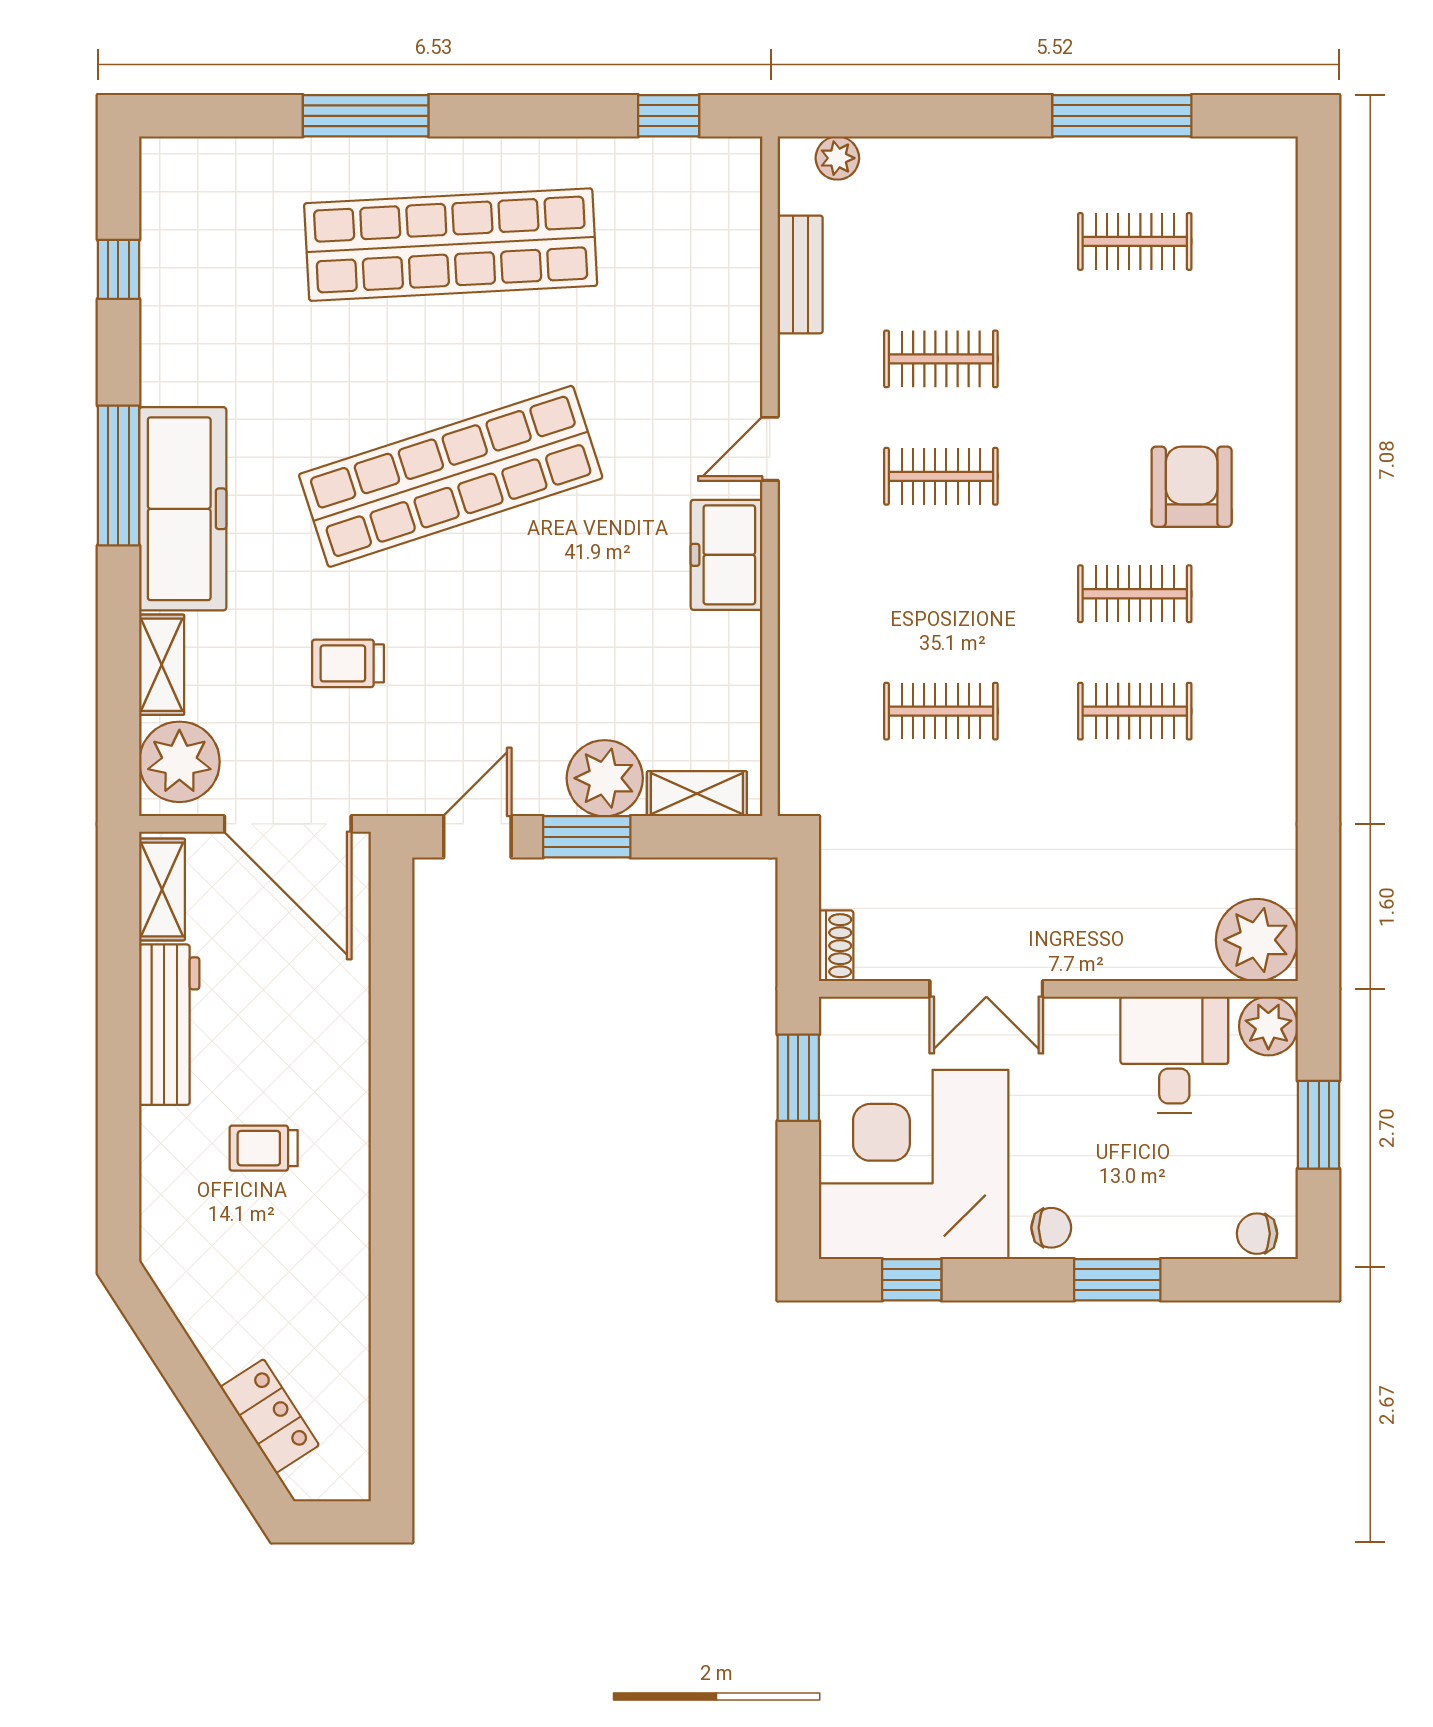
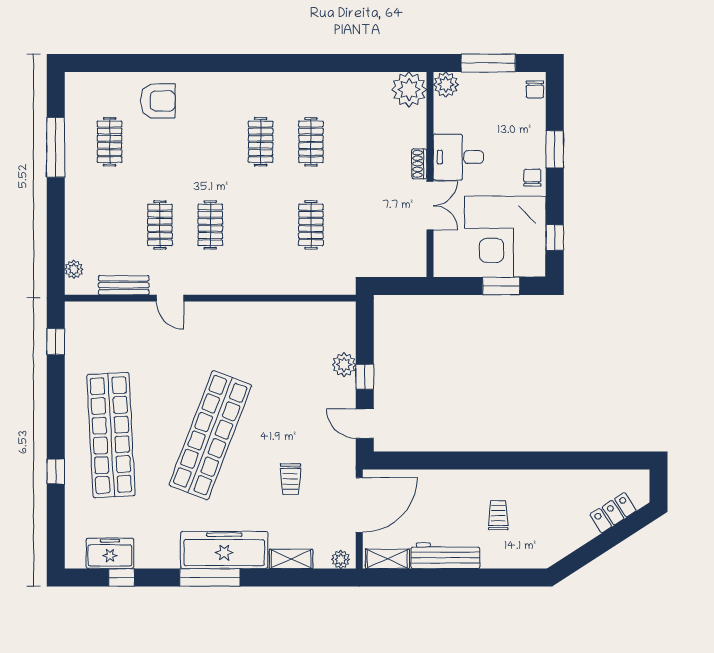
window: (366, 116) -> (56, 472), width x0.46
door: (770, 449) -> (170, 298), moved
shop shelf: (451, 476) -> (210, 435), turned 39
armchair: (1192, 487) -> (158, 101), moved, turned 180
freezer: (726, 555) -> (110, 553), moved, turned 180
plant: (179, 762) -> (341, 559), width x0.53, depth x0.53
plant: (605, 778) -> (344, 365), width x0.73, depth x0.73
shelving: (697, 794) -> (346, 330), removed
window: (587, 837) -> (365, 377), width x0.67
shoe rack: (836, 946) -> (419, 164), moved, turned -90
desk: (1174, 1055) -> (458, 157), moved
window: (798, 1078) -> (501, 286), moved
window: (1319, 1125) -> (488, 63), width x1.44
trolley: (264, 1148) -> (498, 515), turned 180

